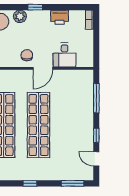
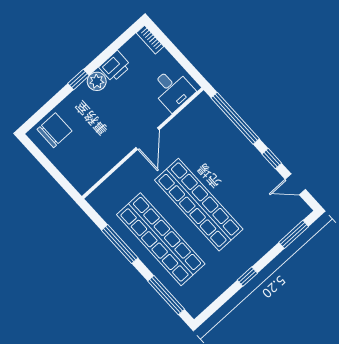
plant: (20, 16) -> (97, 81), moved
chair: (27, 55) -> (117, 140), removed
desk: (65, 55) -> (172, 89), moved
window: (96, 98) -> (235, 118), width x1.46

